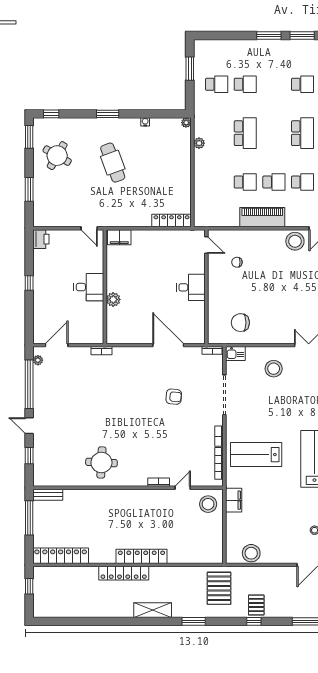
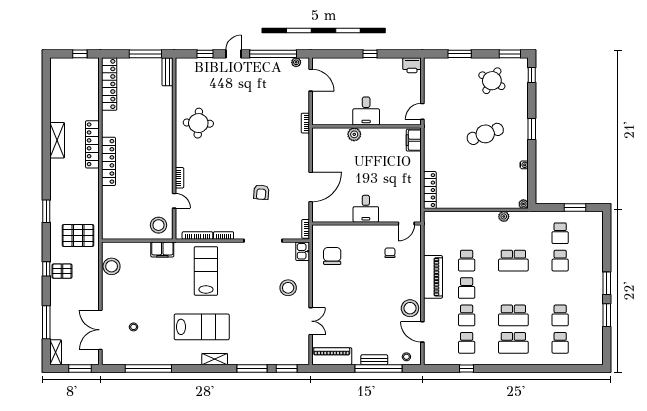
shelving: (153, 610) -> (57, 140), moved

